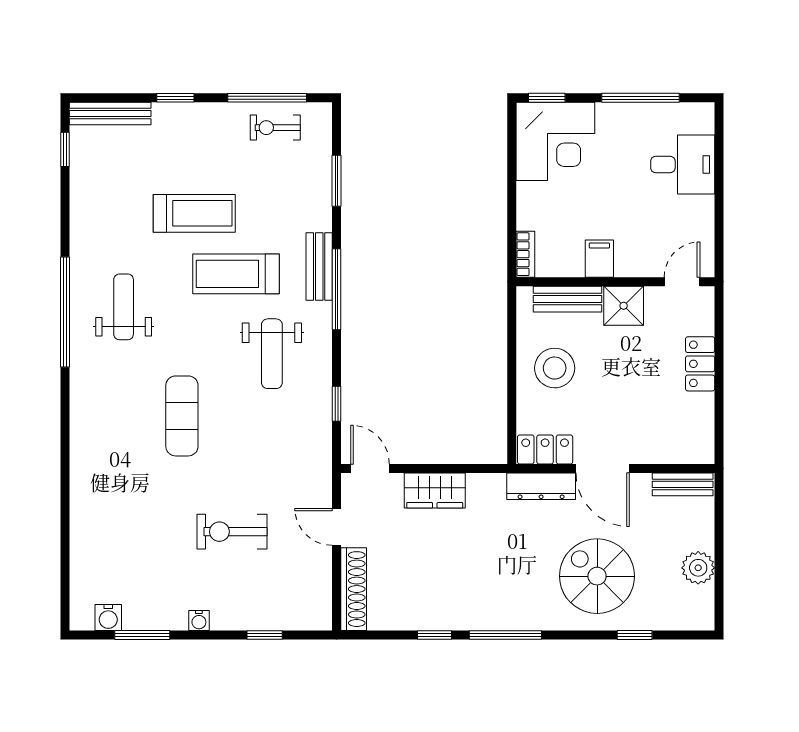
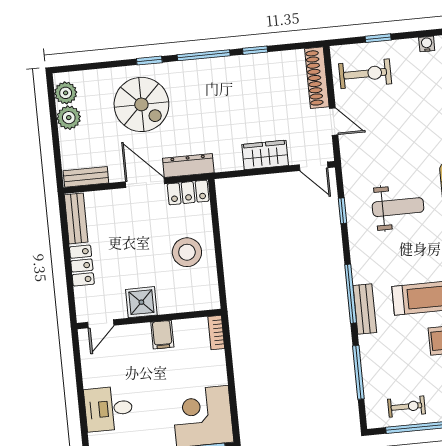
window: (336, 181) -> (358, 372), width x1.44
bench: (568, 299) -> (76, 218), moved, turned 90
weight bench: (272, 354) -> (398, 207), moved, turned 90
exercise bike: (232, 532) -> (365, 74), moved
plant: (699, 602) -> (66, 93), added
window: (635, 635) -> (149, 61), moved

